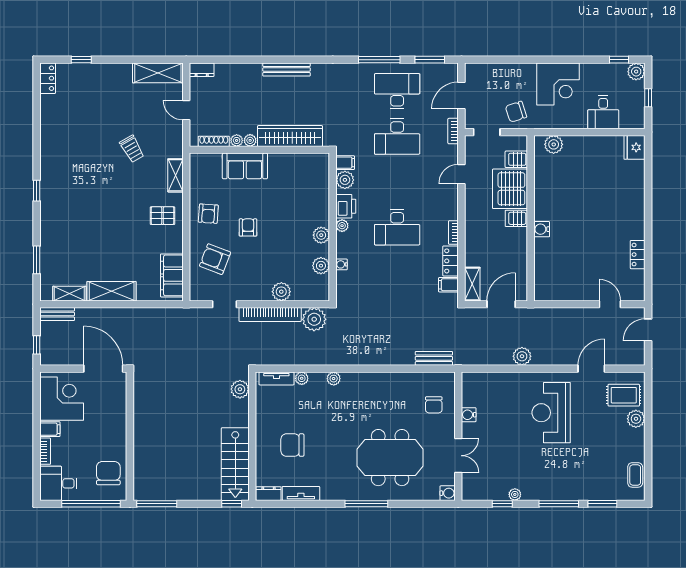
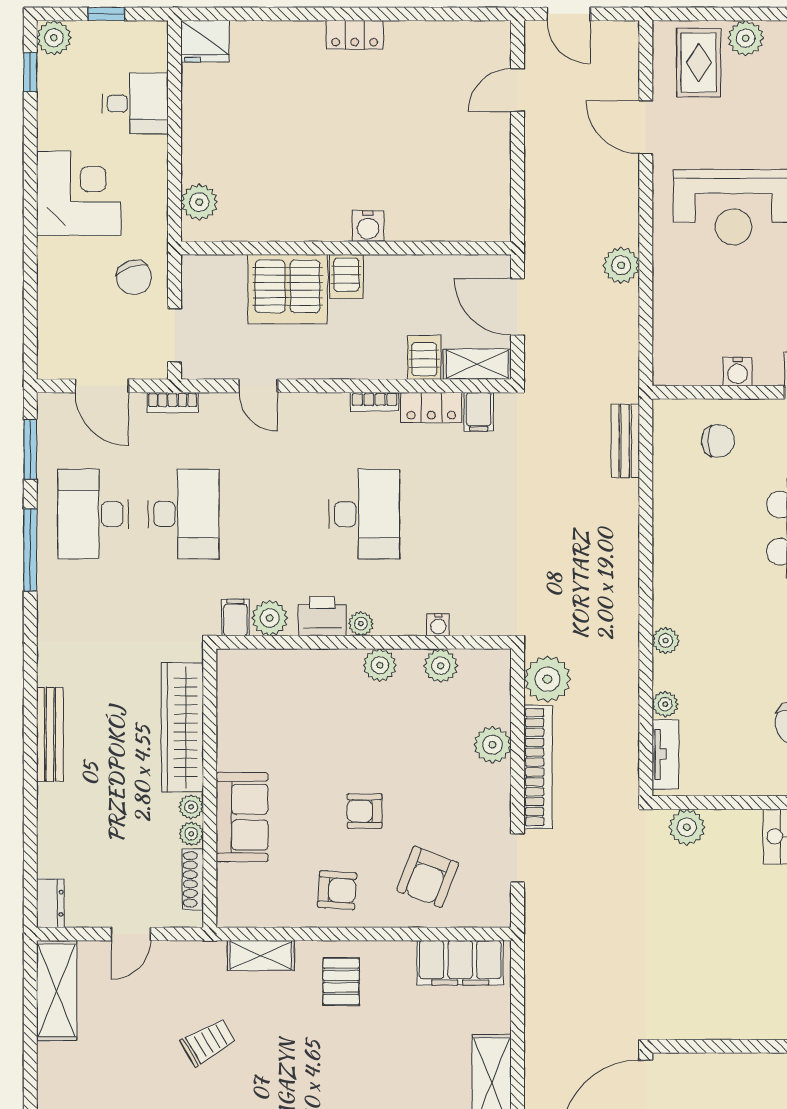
server rack: (516, 159) -> (424, 357), moved, turned 180
locker: (638, 255) -> (355, 35), moved

